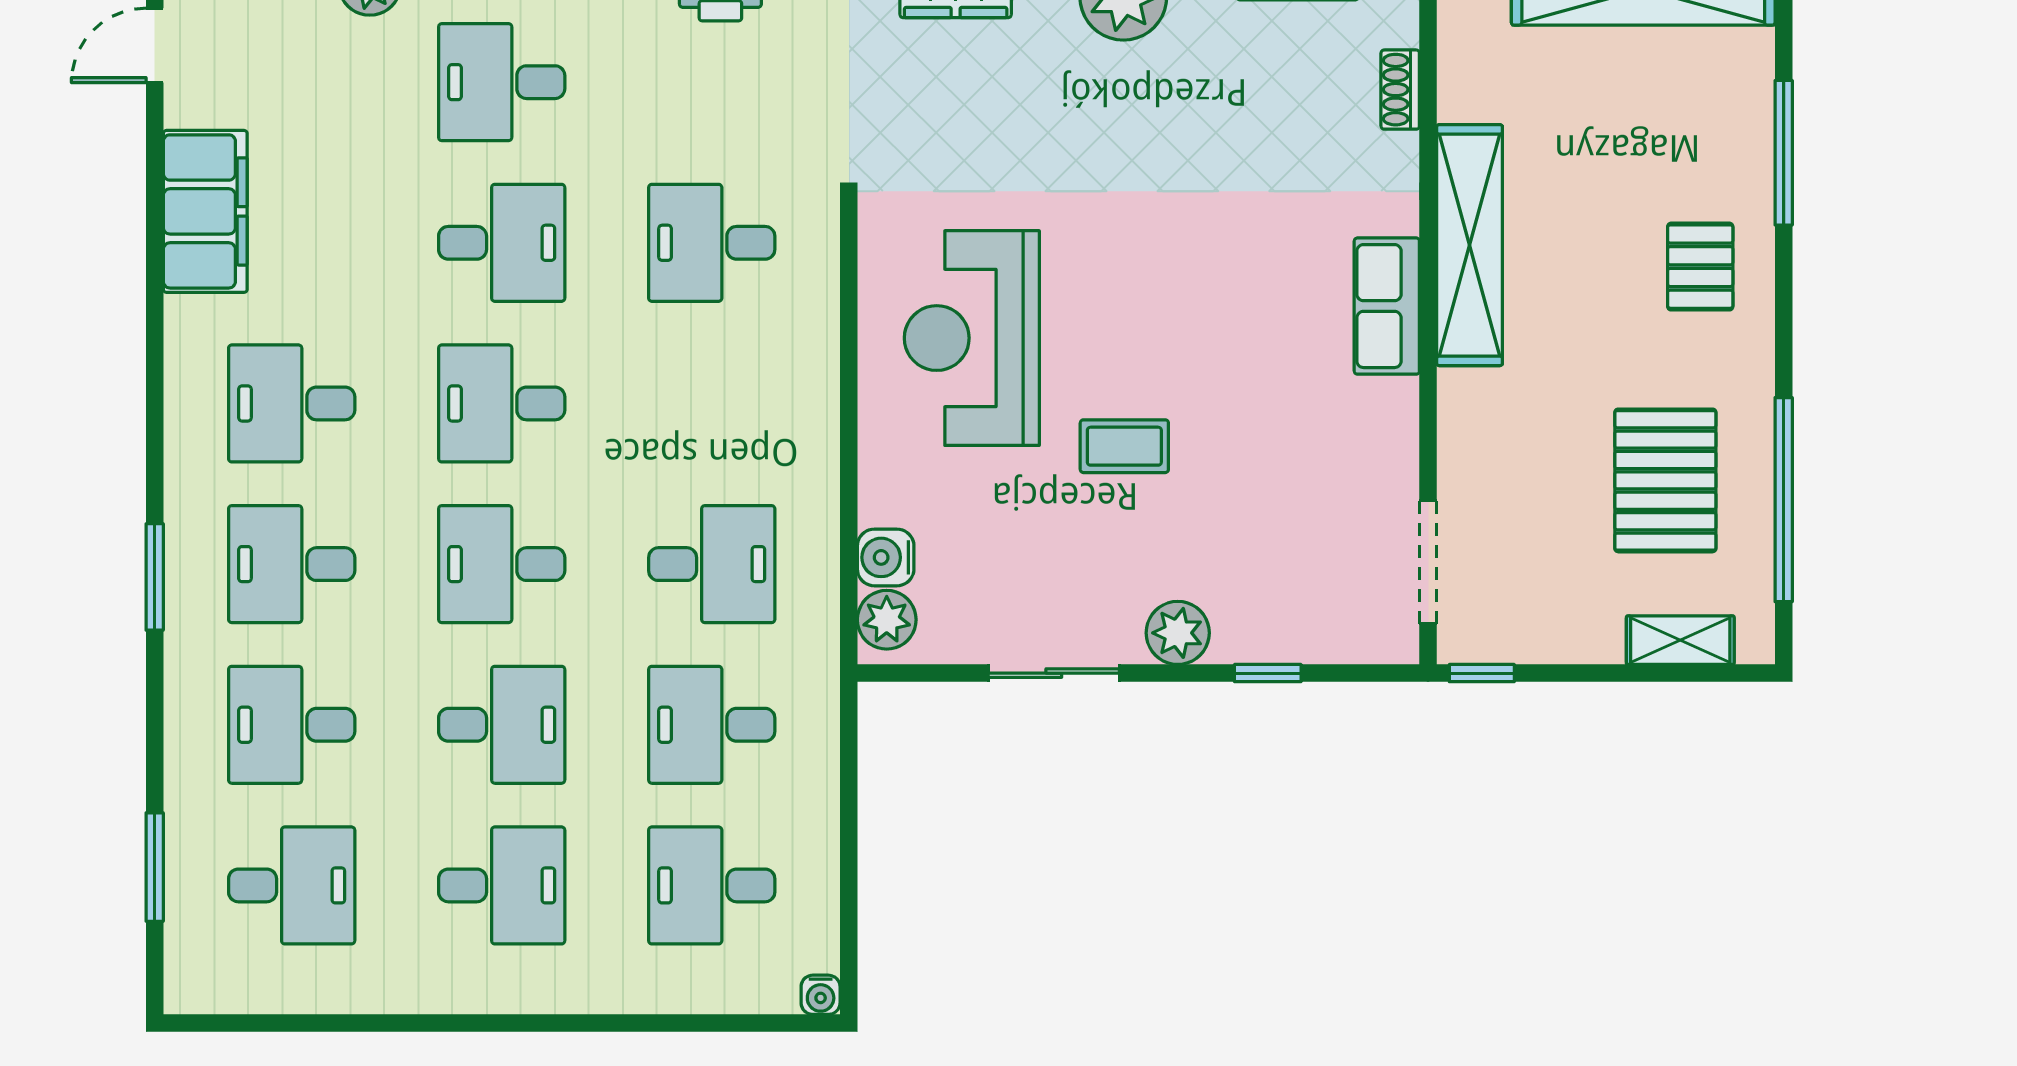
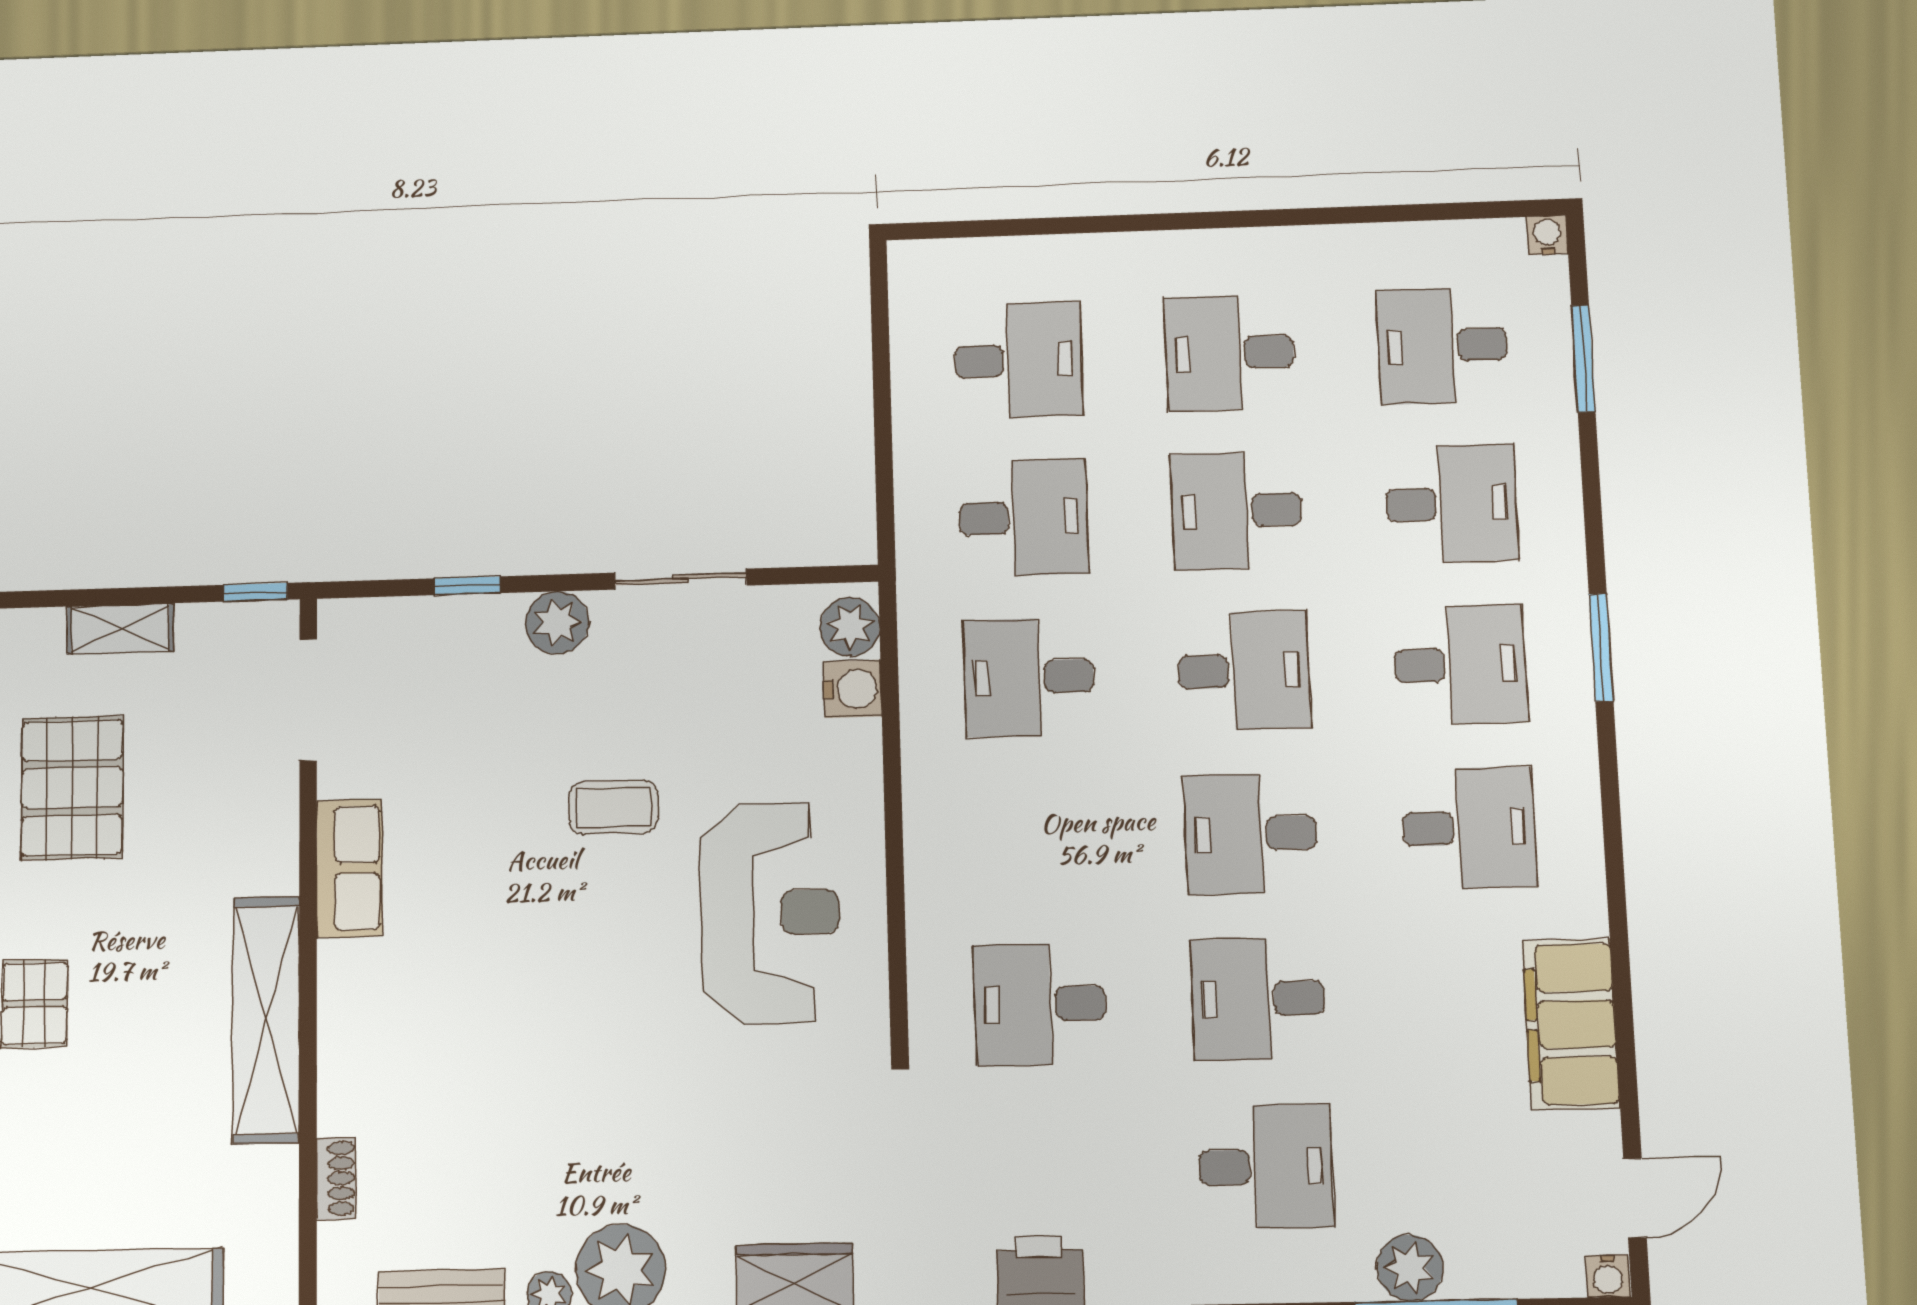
desk: (712, 243) -> (1040, 1004), turned 180
row of seats: (1387, 306) -> (349, 868), moved
desk: (502, 403) -> (1251, 834), turned 180
shelving: (1680, 640) -> (120, 629), moved
water cooler: (821, 995) -> (1547, 235), moved

